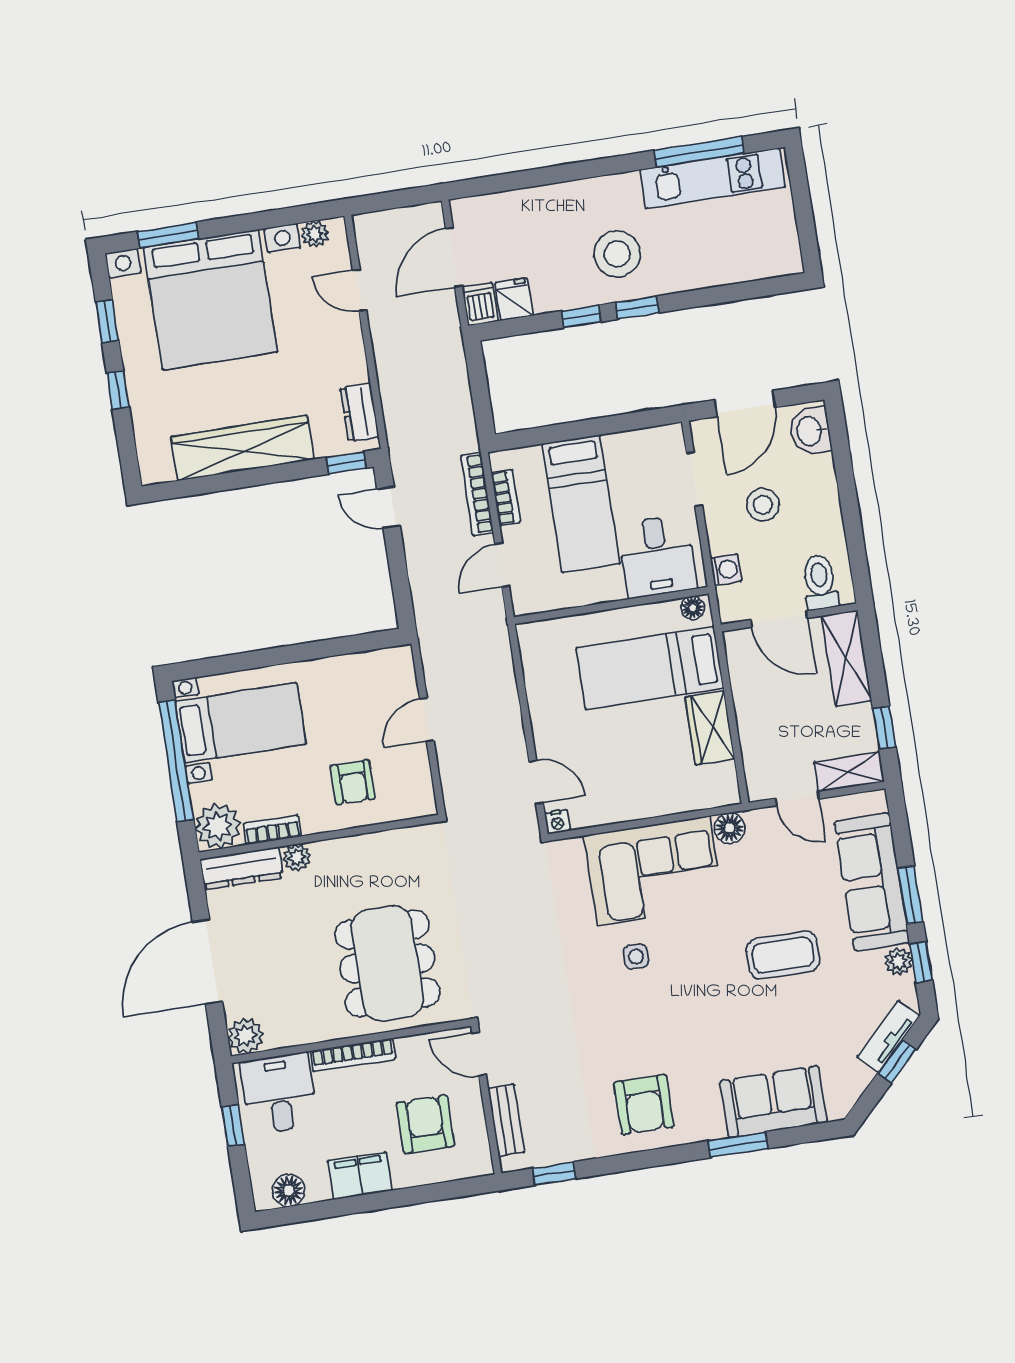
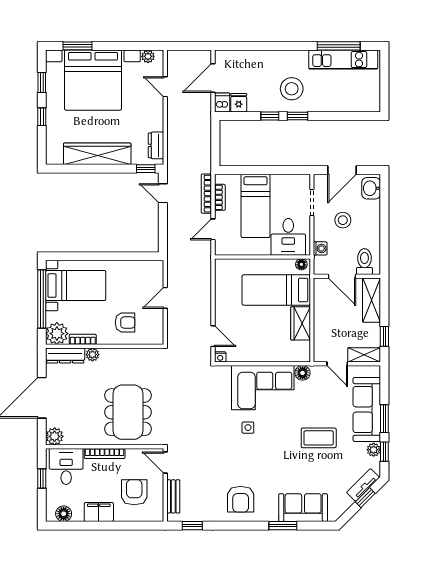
armchair: (353, 782) -> (125, 323), turned -90

